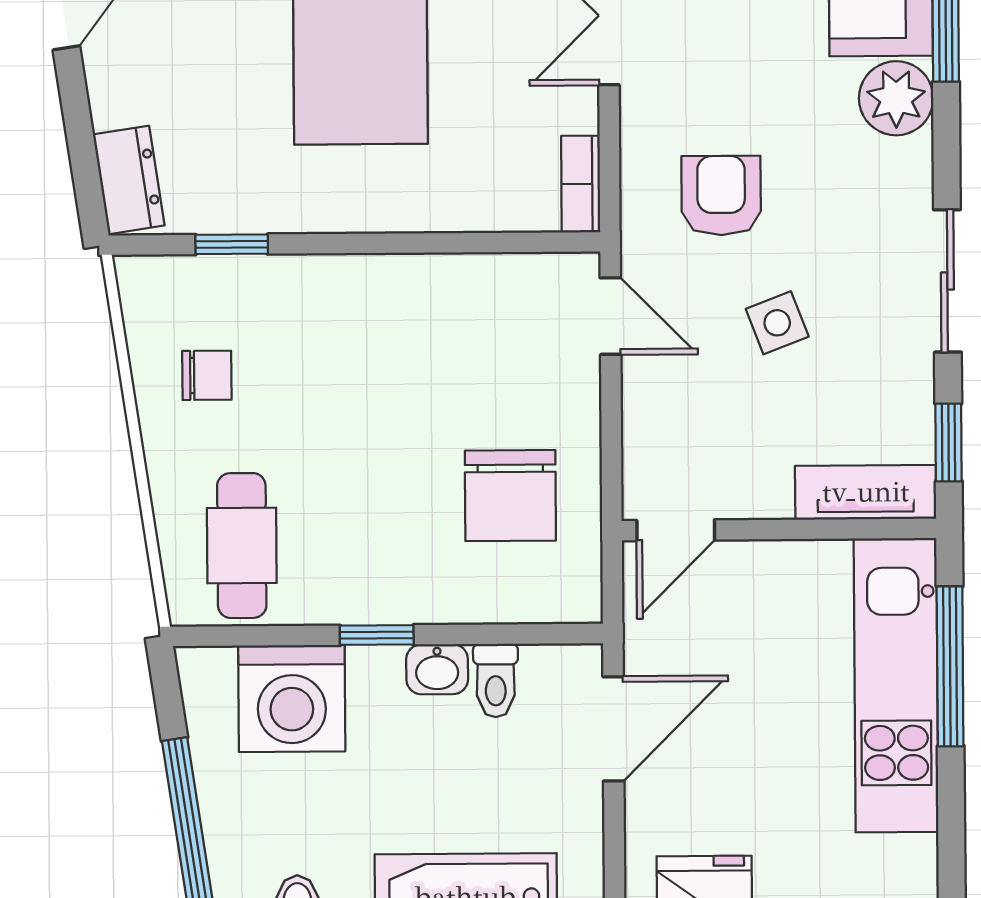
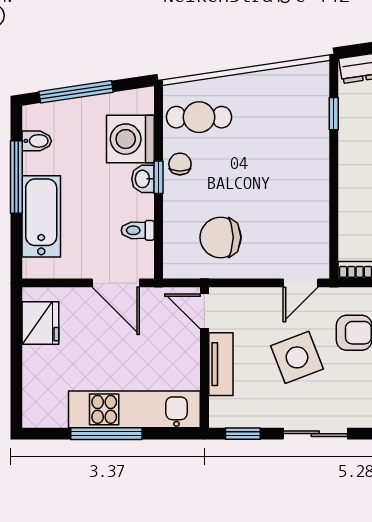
side table: (777, 323) -> (297, 357), width x1.87, depth x1.87
chair: (207, 375) -> (180, 164), moved, turned 180
tv unit: (866, 492) -> (221, 364), moved
window: (950, 666) -> (106, 434), moved
washbasin: (437, 669) -> (143, 179), moved

